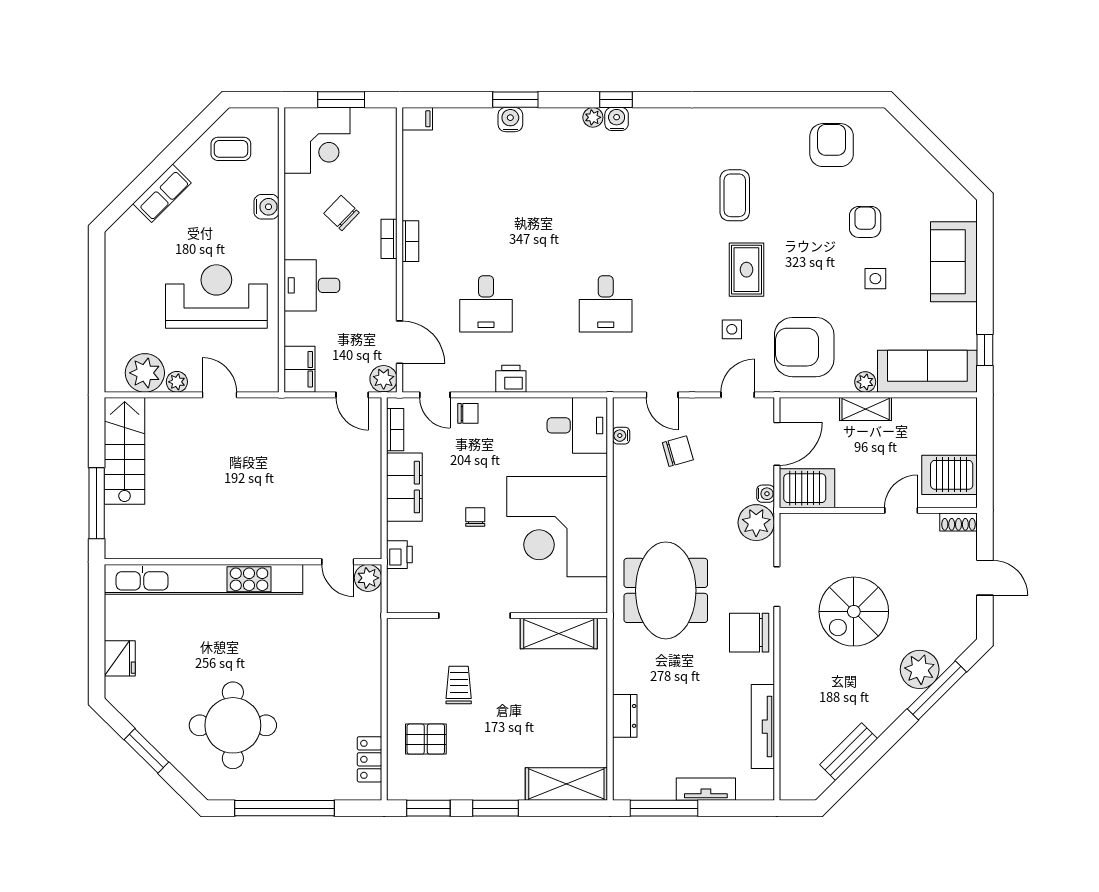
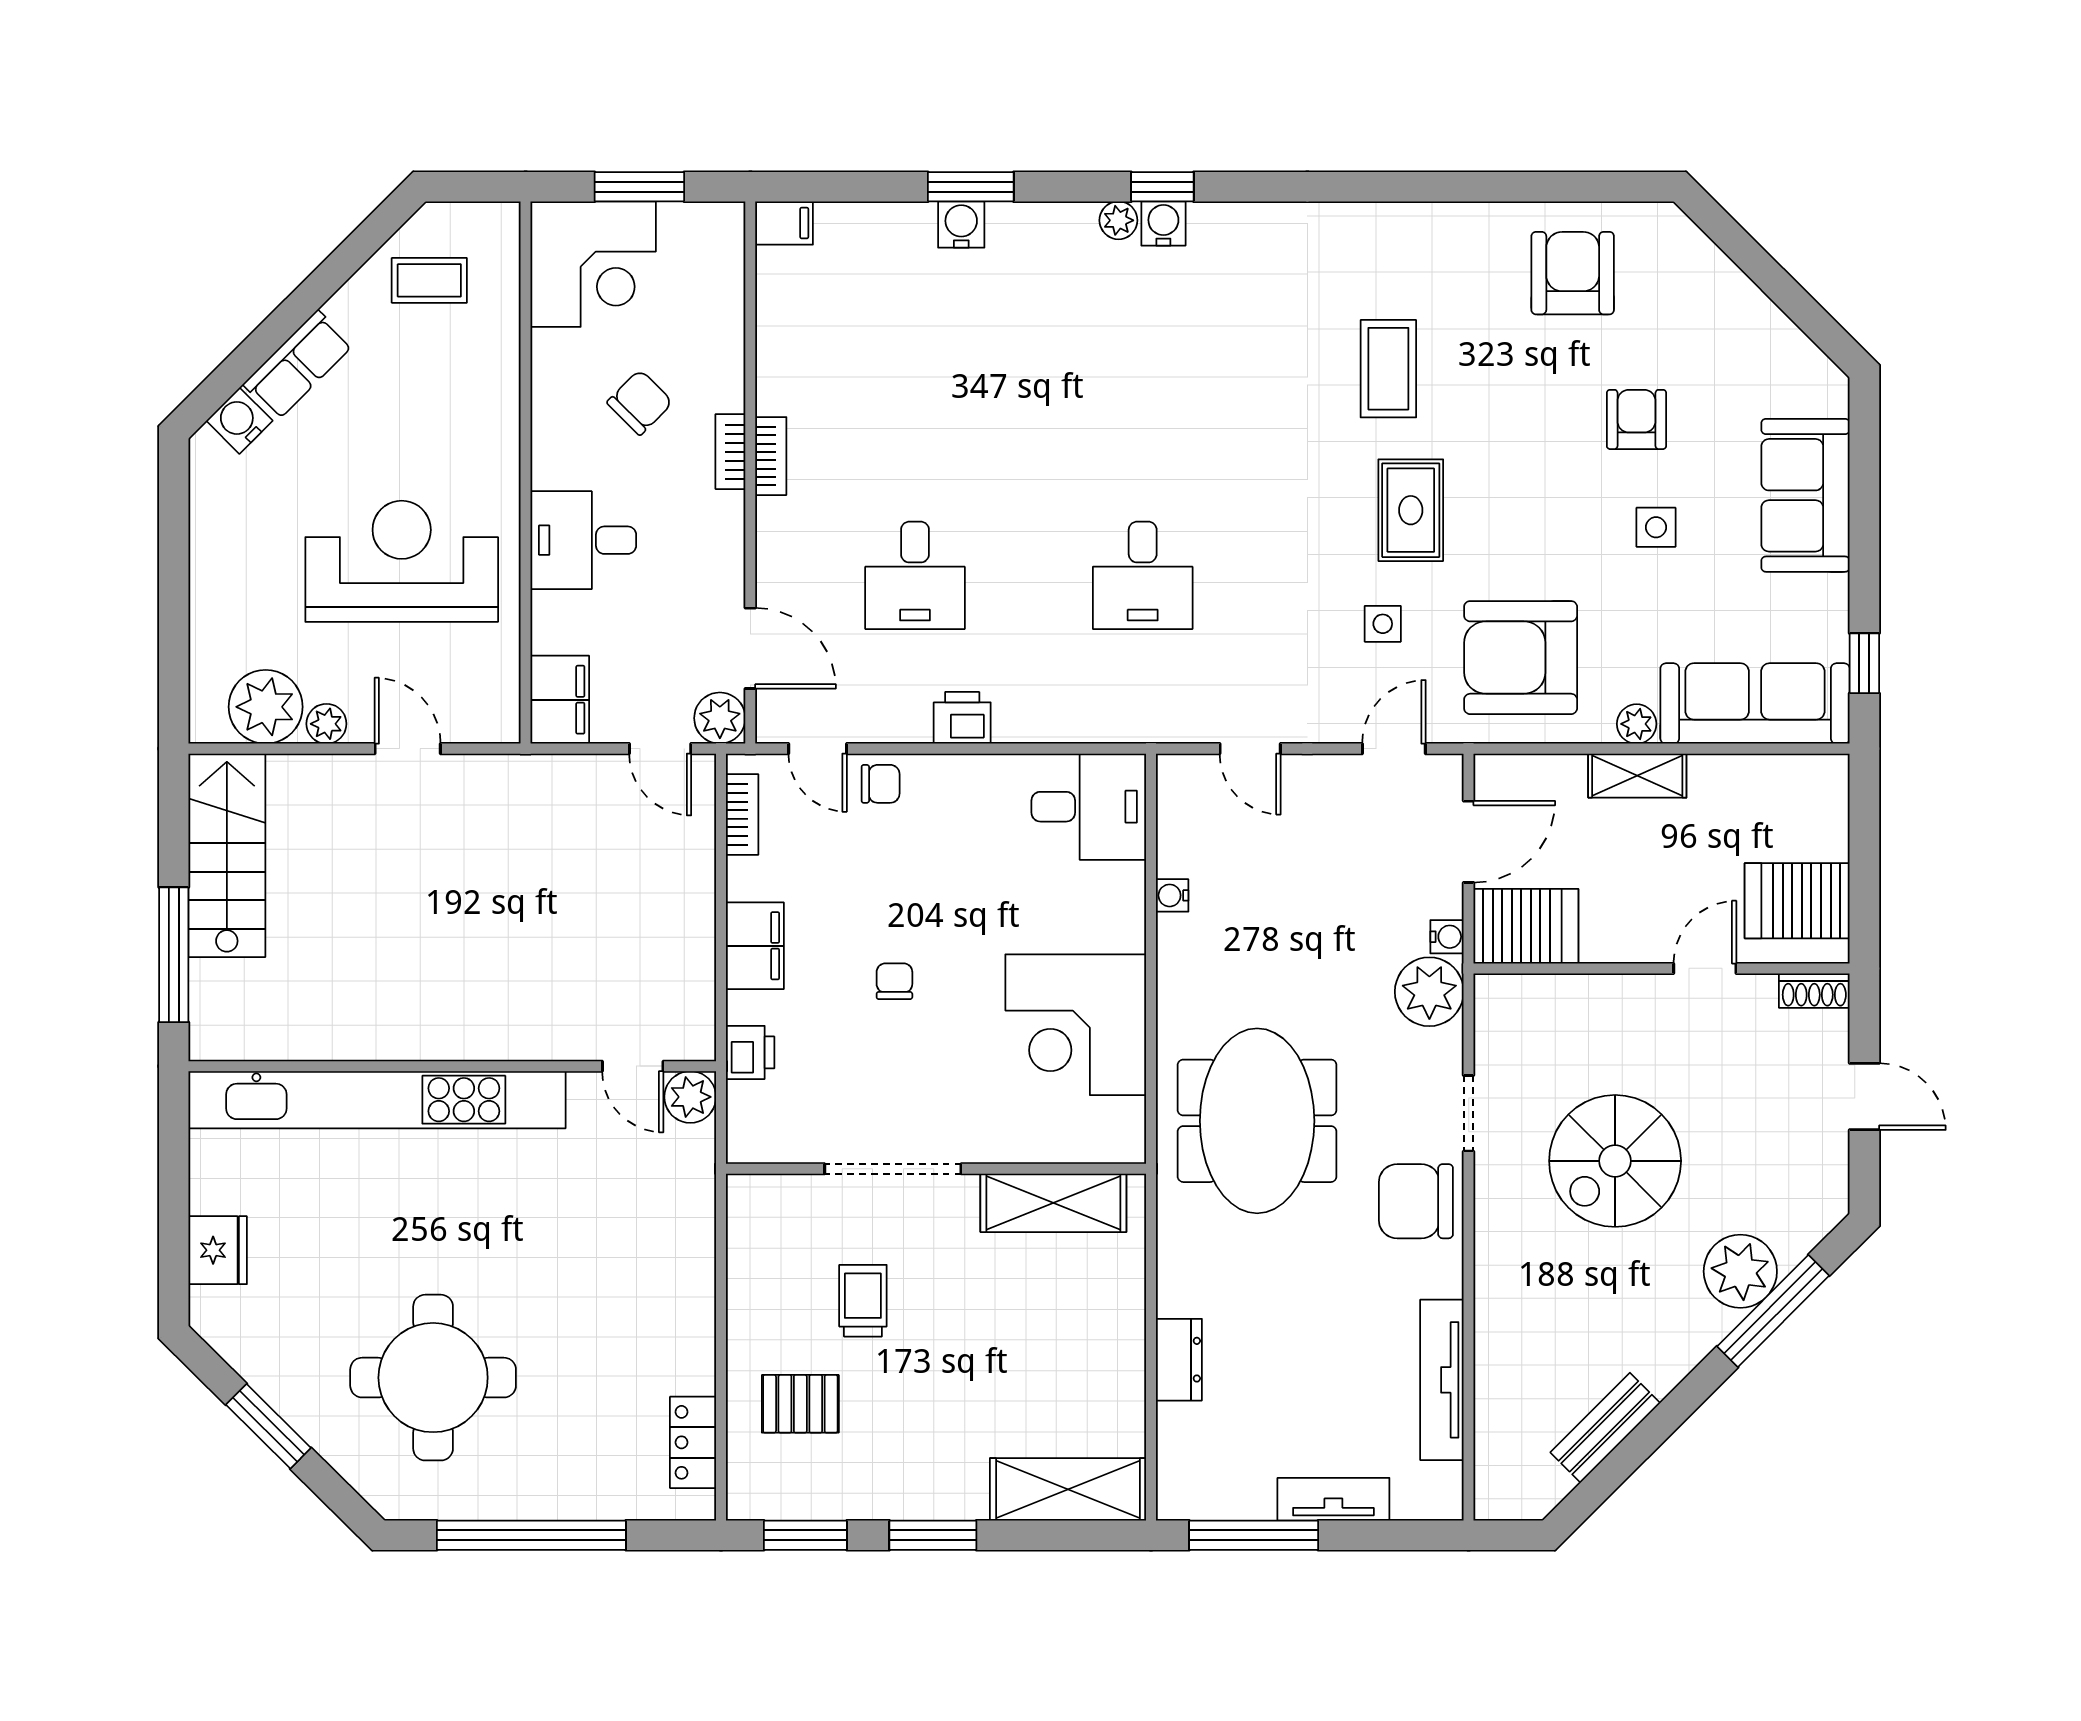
water cooler: (267, 207) -> (239, 421), moved, turned -135
chair: (342, 213) -> (640, 402), turned 91
water cooler: (621, 436) -> (1172, 895), moved
chair: (678, 451) -> (1280, 856), removed
filing cabinet: (404, 487) -> (755, 946), width x0.67, depth x0.86
corner desk: (557, 527) -> (1076, 1025), width x0.74, depth x0.74

